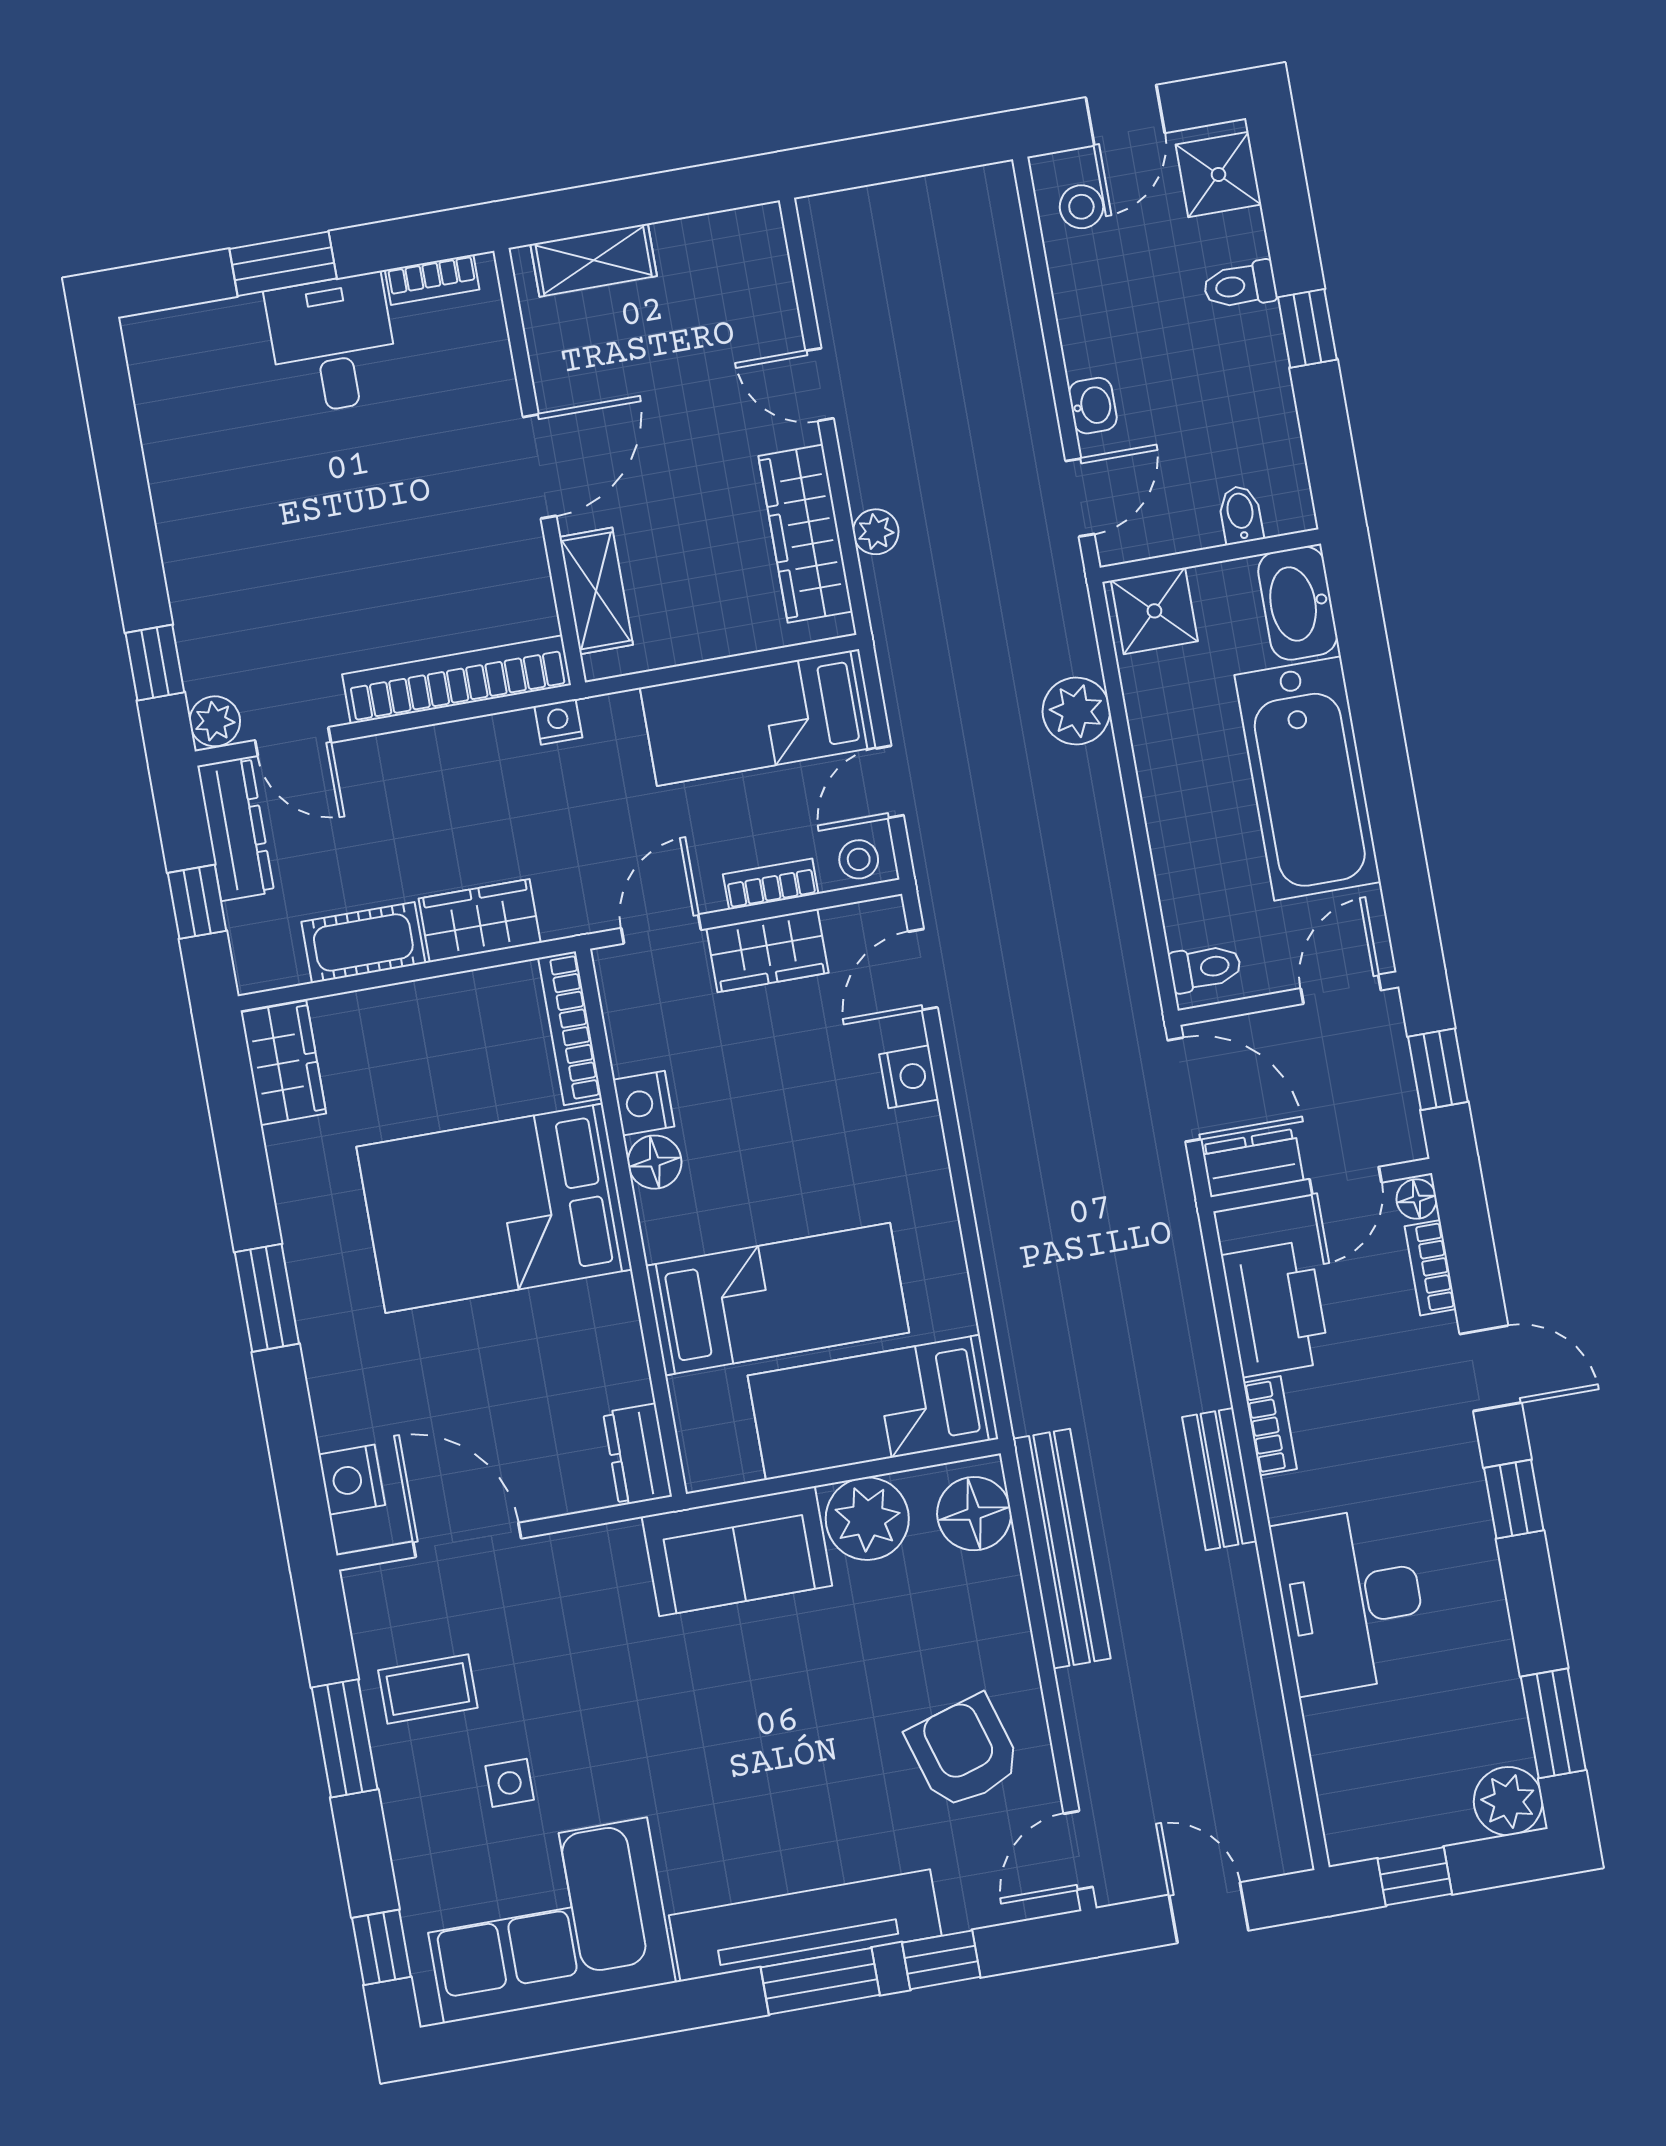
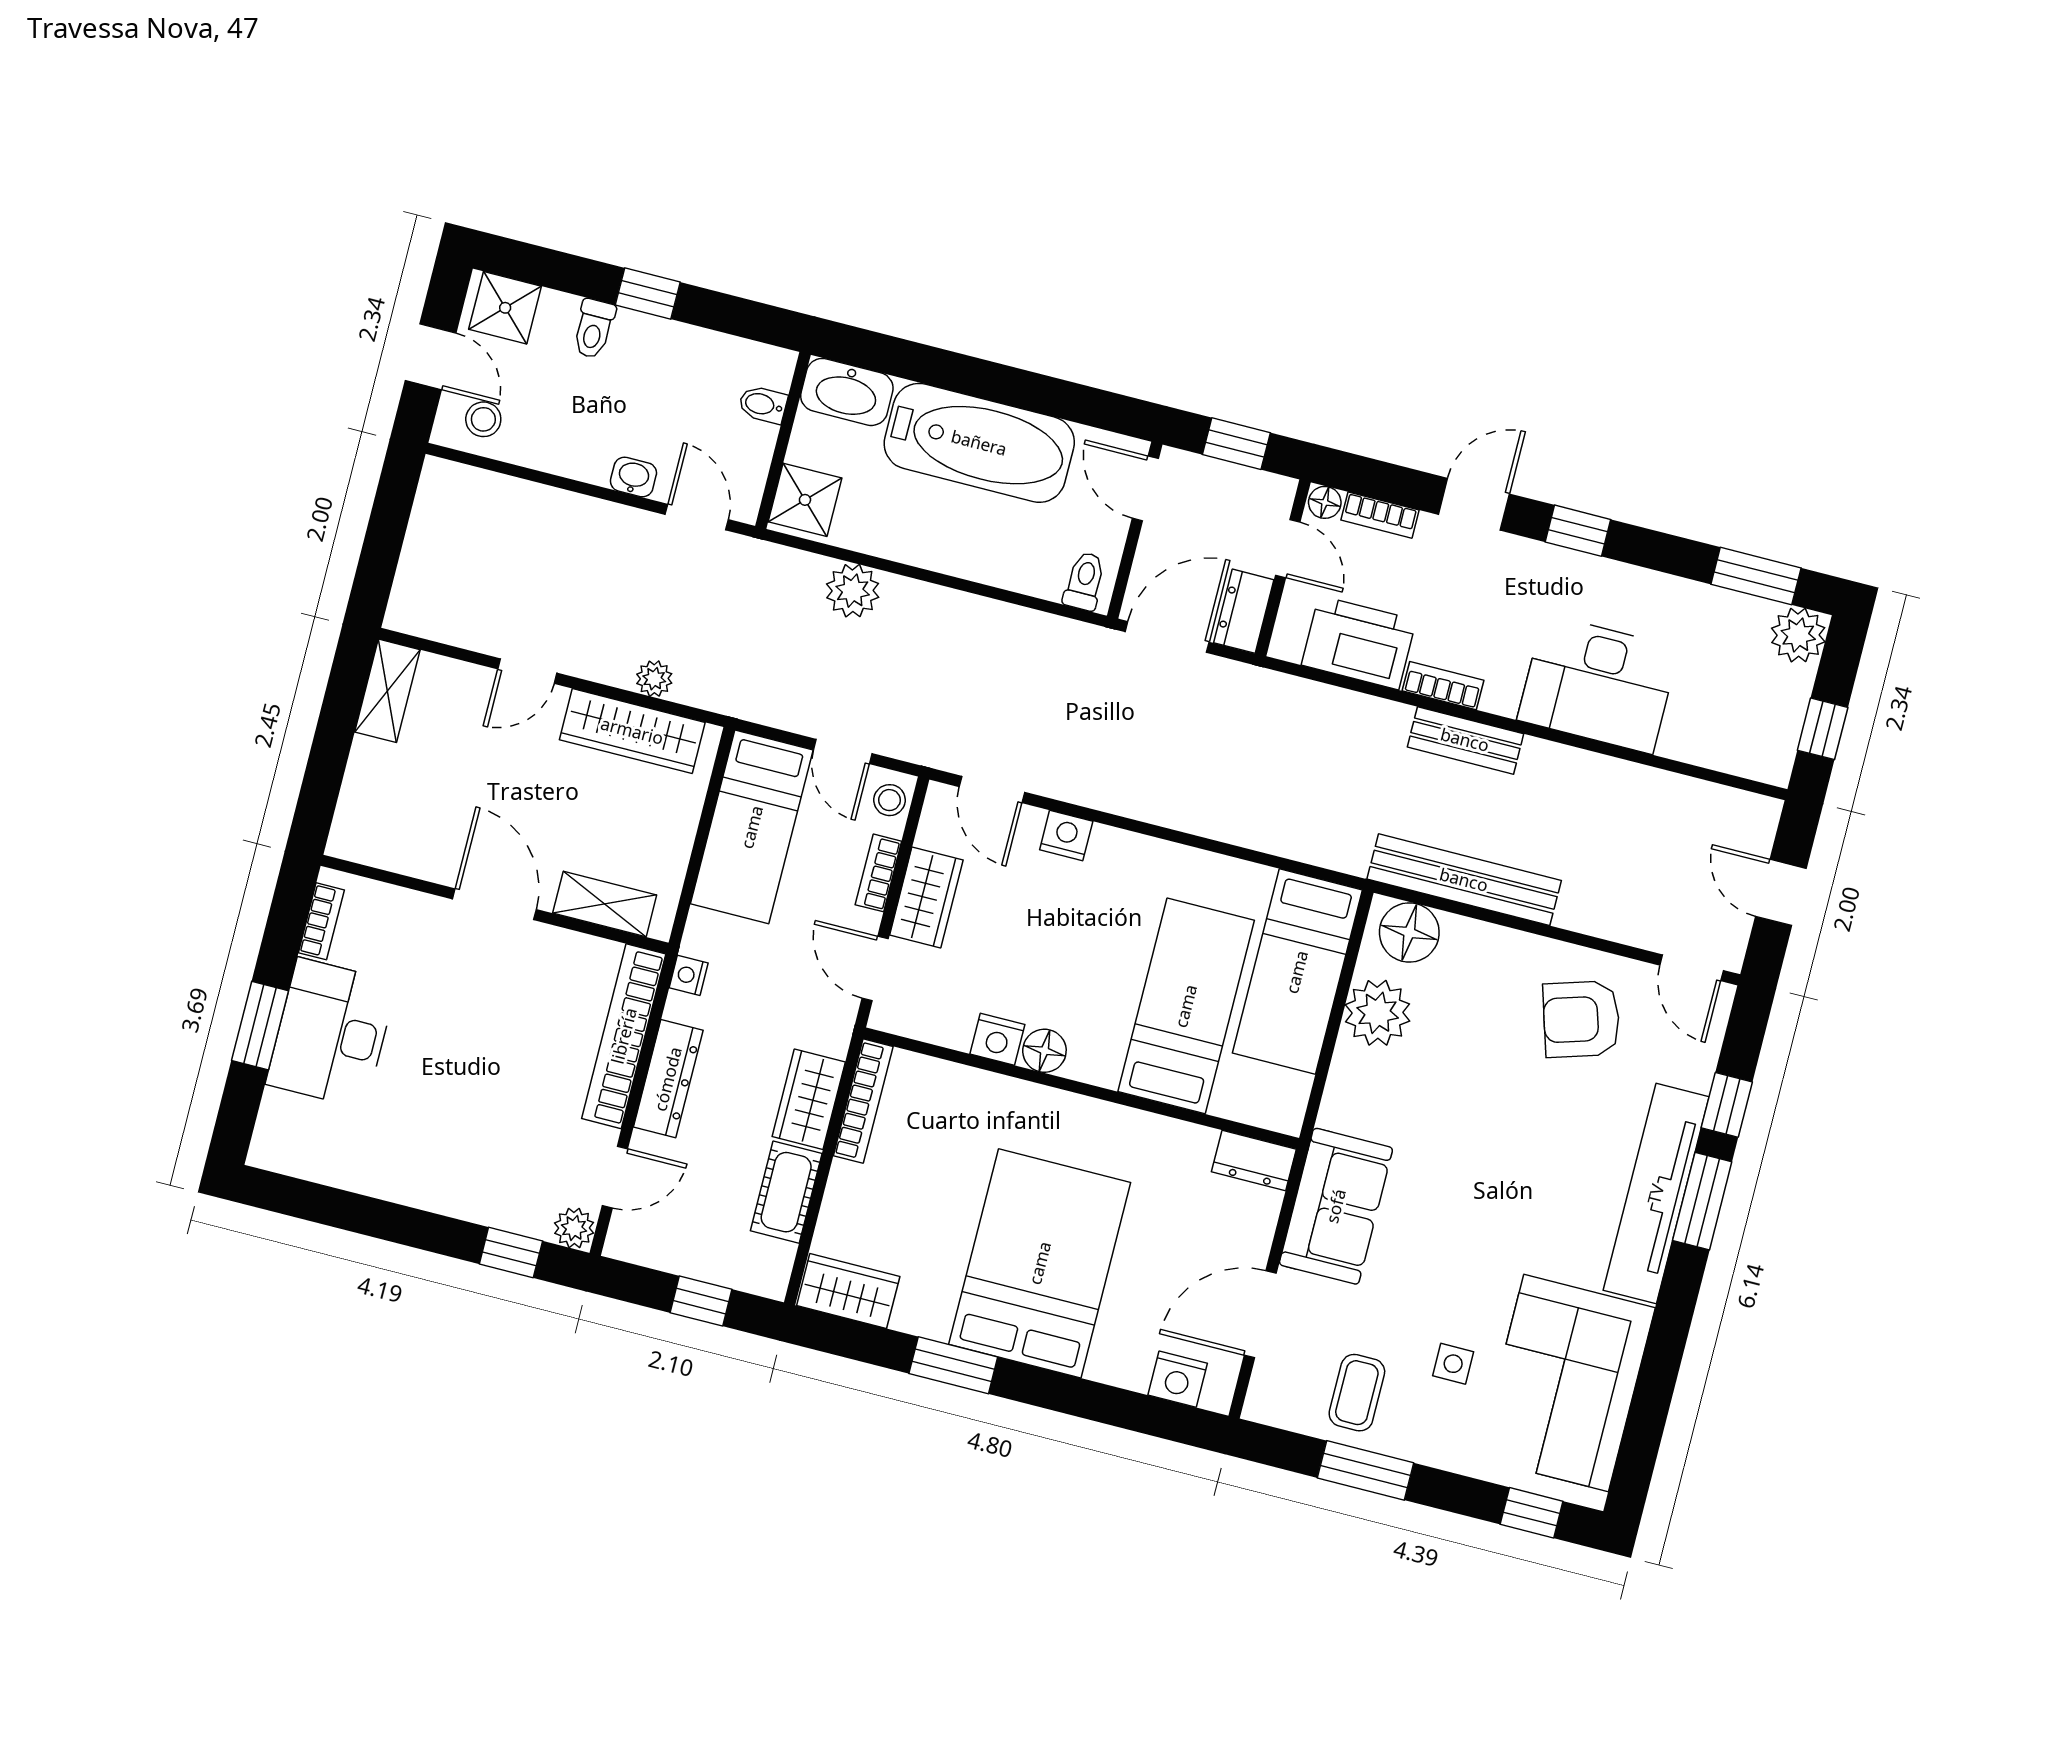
shelving: (594, 260) -> (387, 691), moved
desk: (333, 344) -> (331, 1033), width x1.37
dresser: (236, 829) -> (668, 1079), moved, turned 90
bookcase: (570, 1028) -> (863, 1101), moved, turned -90
bed: (494, 1208) -> (1040, 1263), moved, turned 180
window: (267, 1298) -> (953, 1365), moved
sofa: (737, 1551) -> (1336, 1206), moved
door: (1209, 1913) -> (1781, 892), hinge flipped

